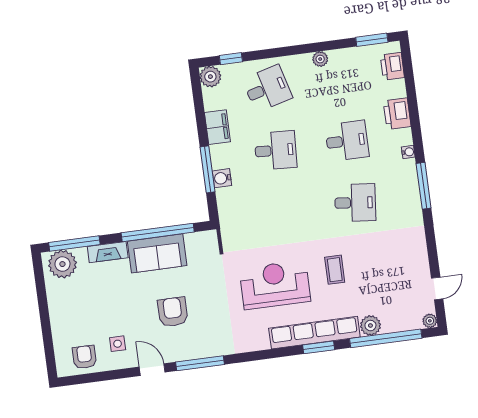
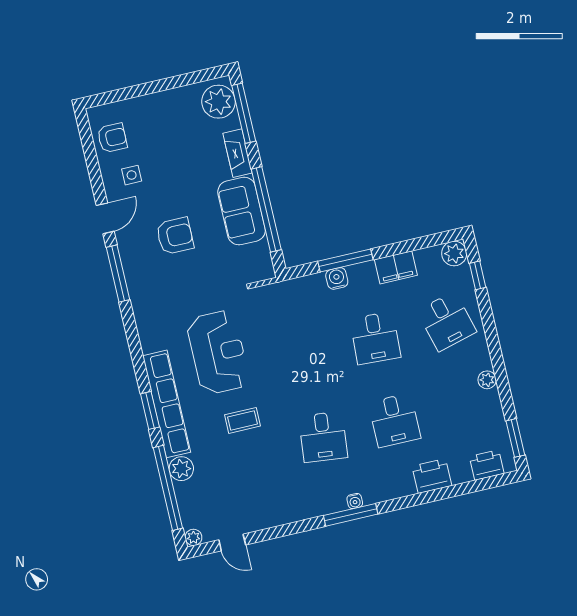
water cooler: (408, 152) -> (355, 501), moved

